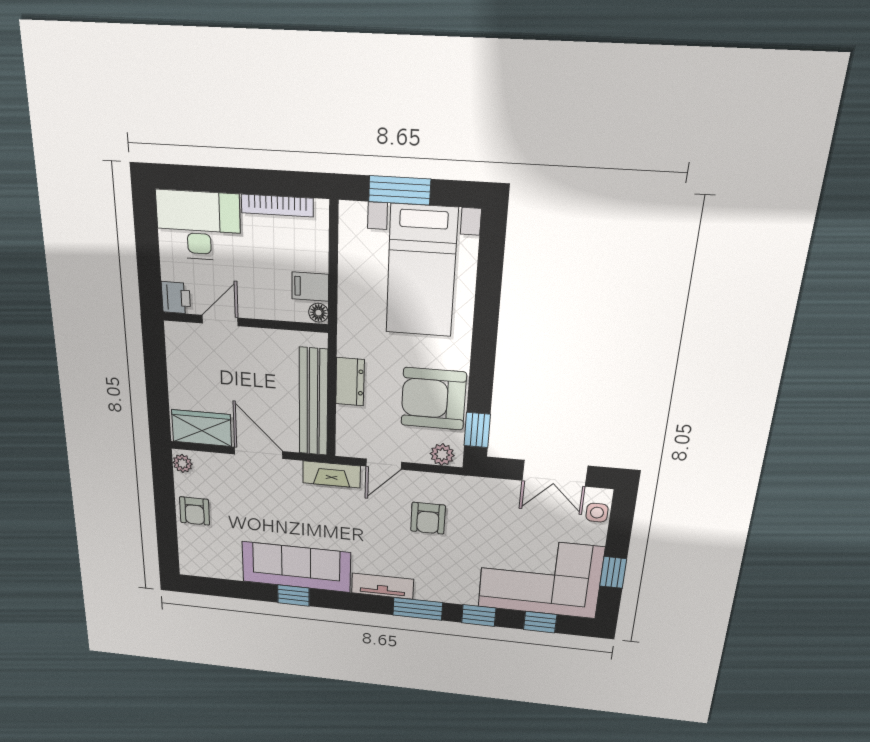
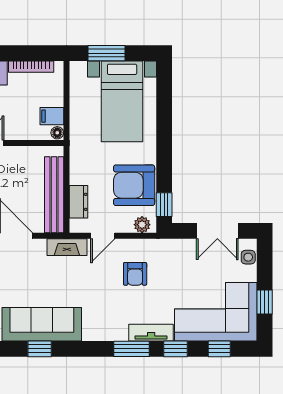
dresser: (350, 382) -> (79, 202), moved
tv unit: (383, 586) -> (151, 333), moved

